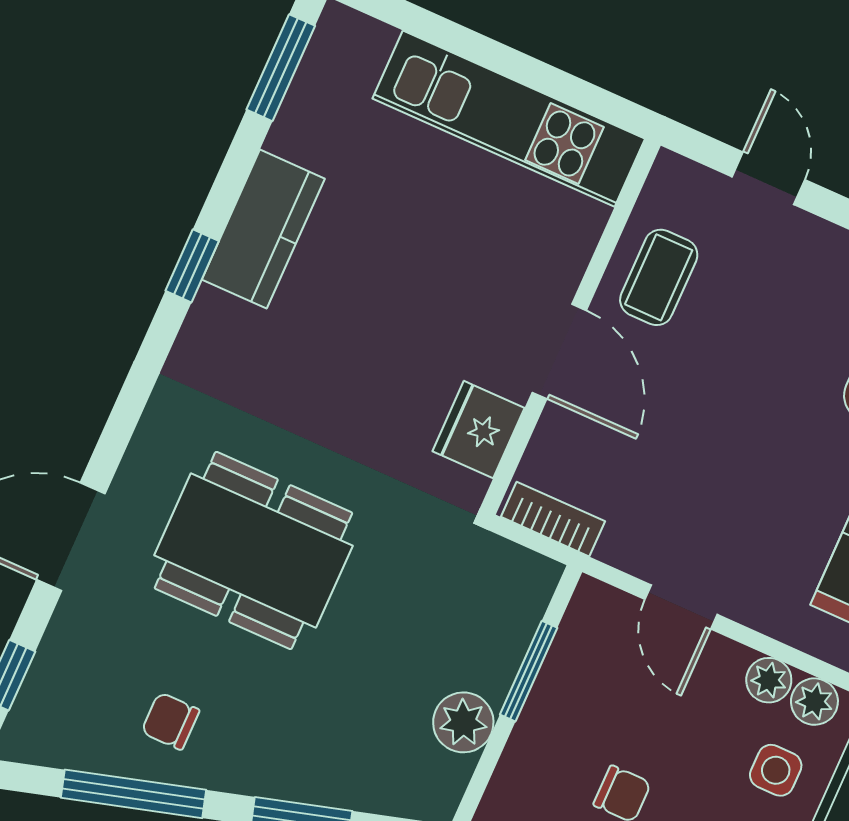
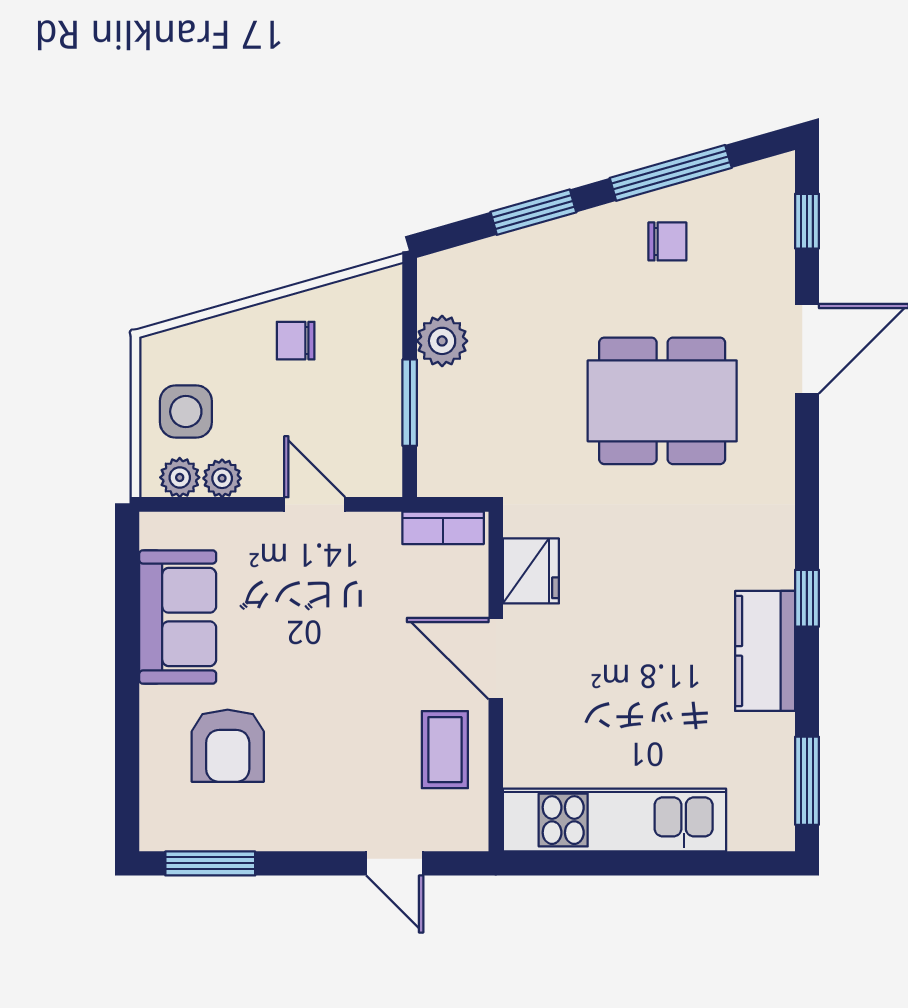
side table: (776, 770) -> (186, 412), width x1.37, depth x1.37

